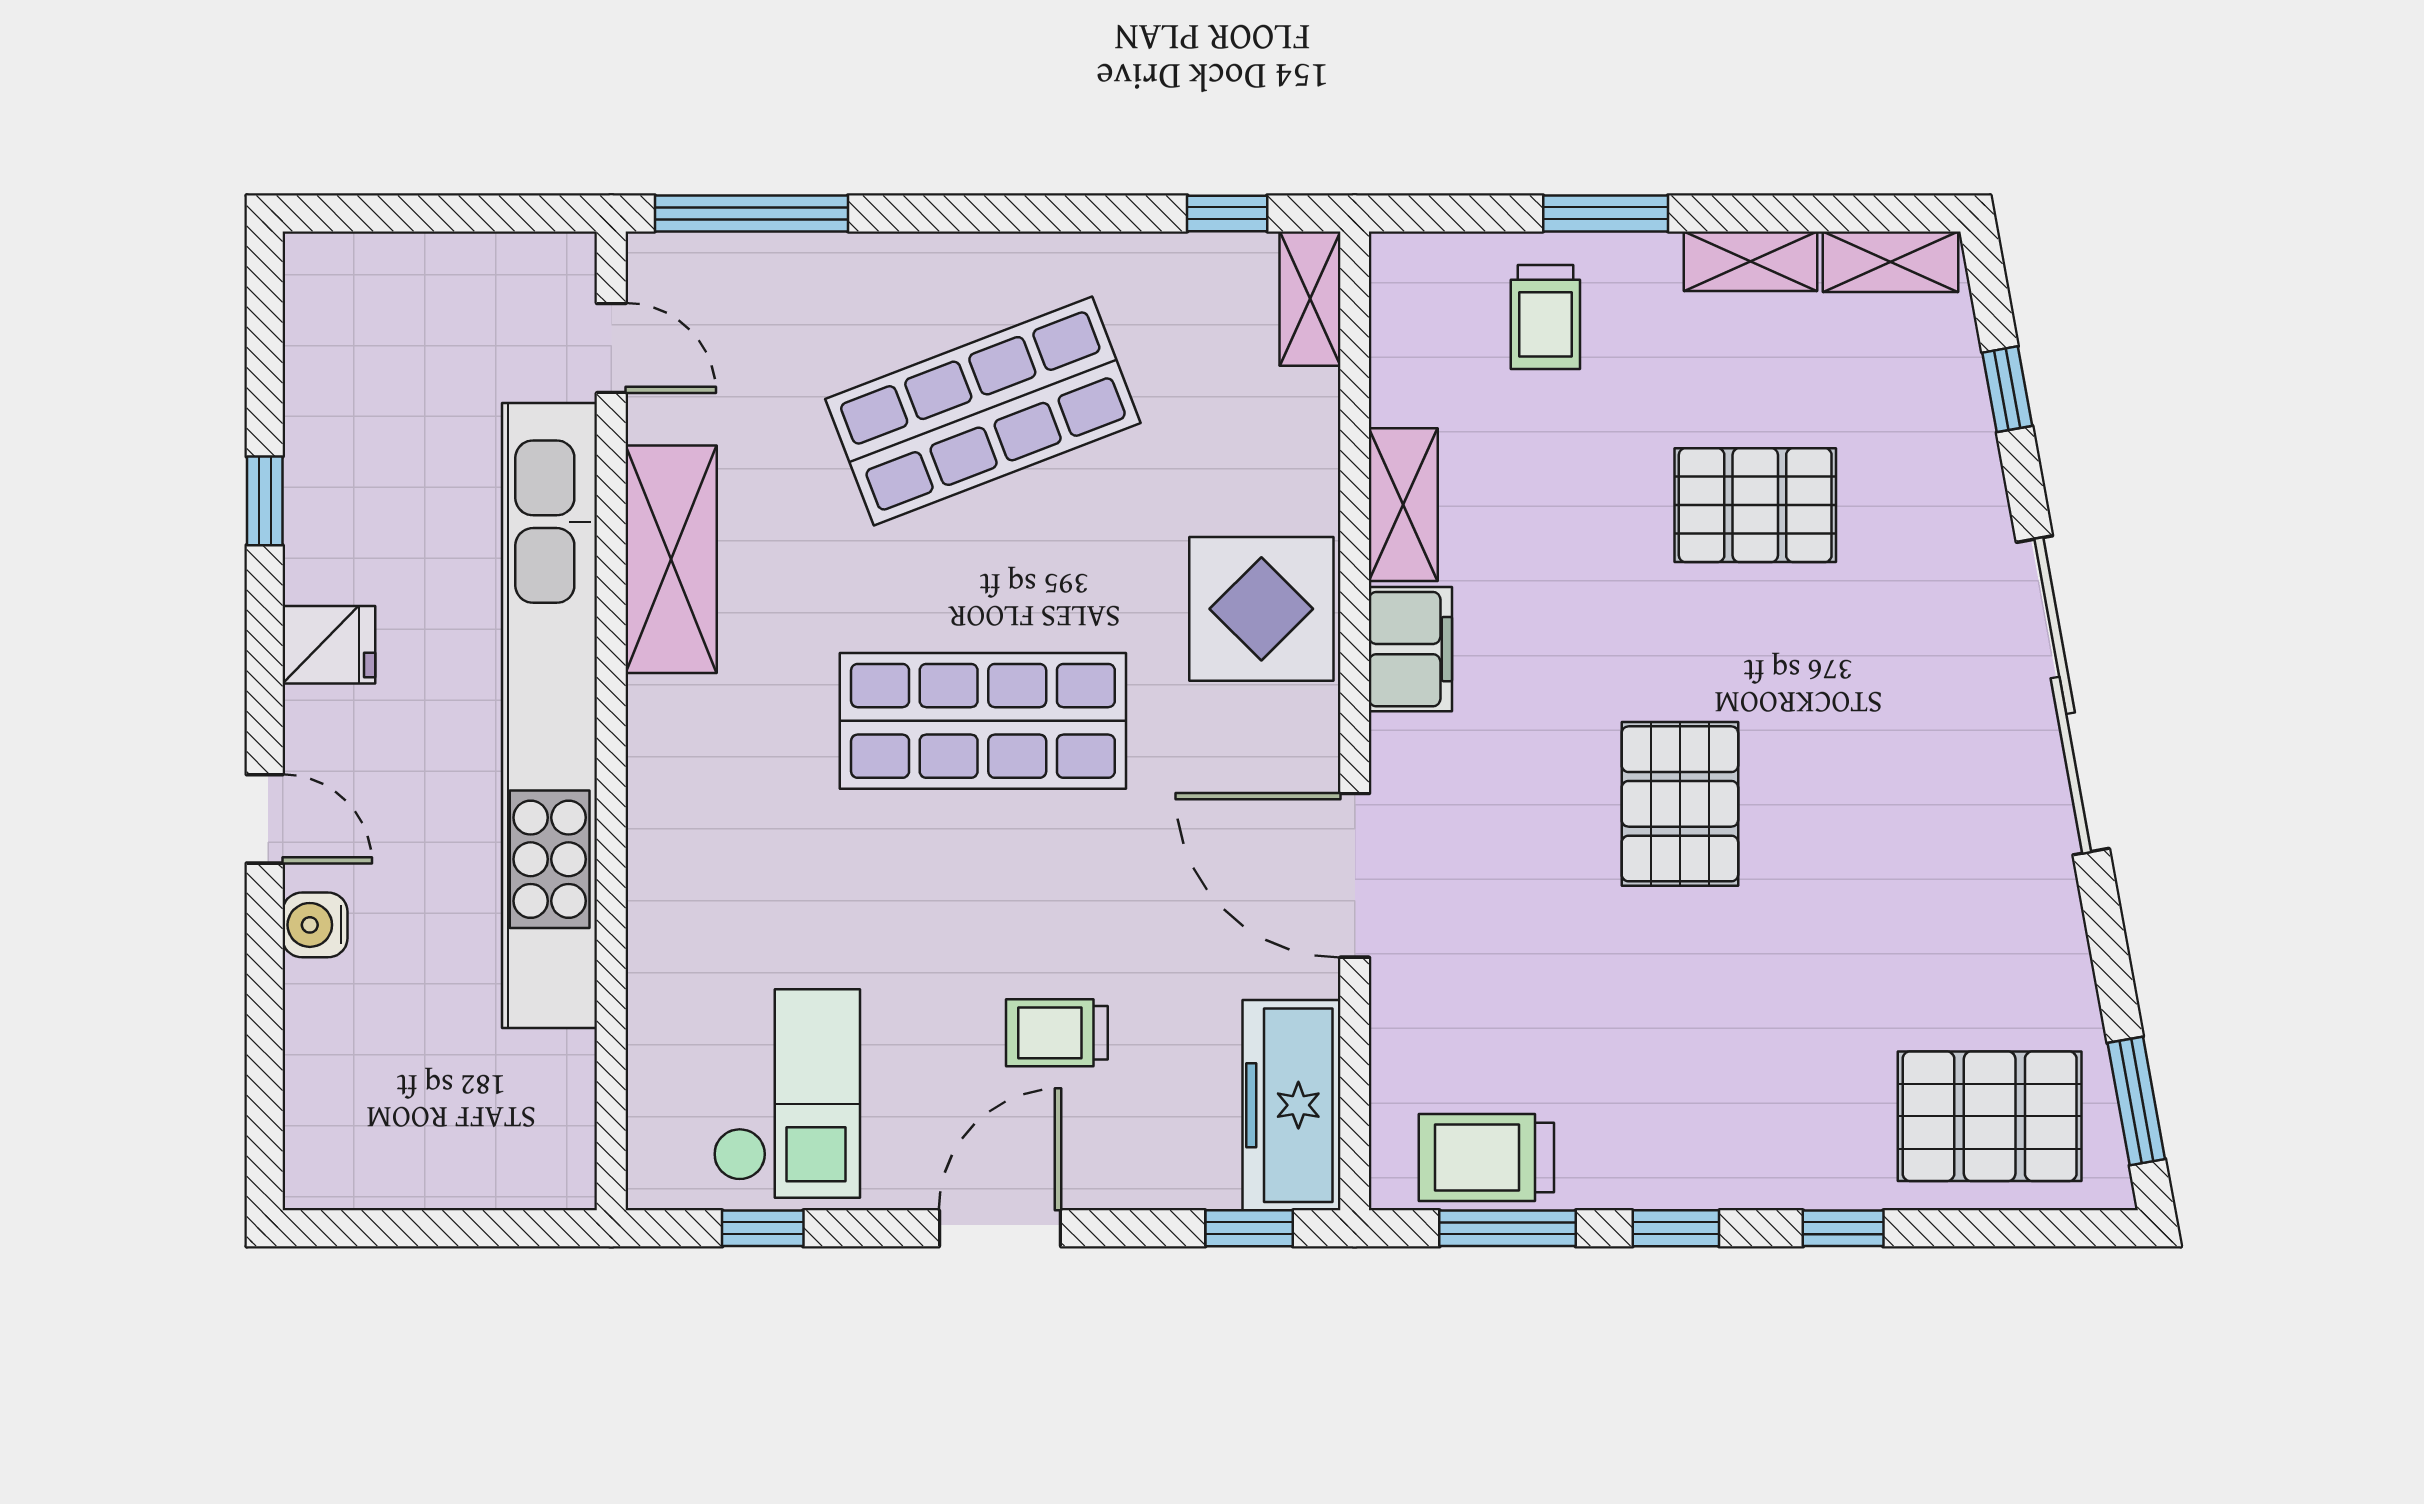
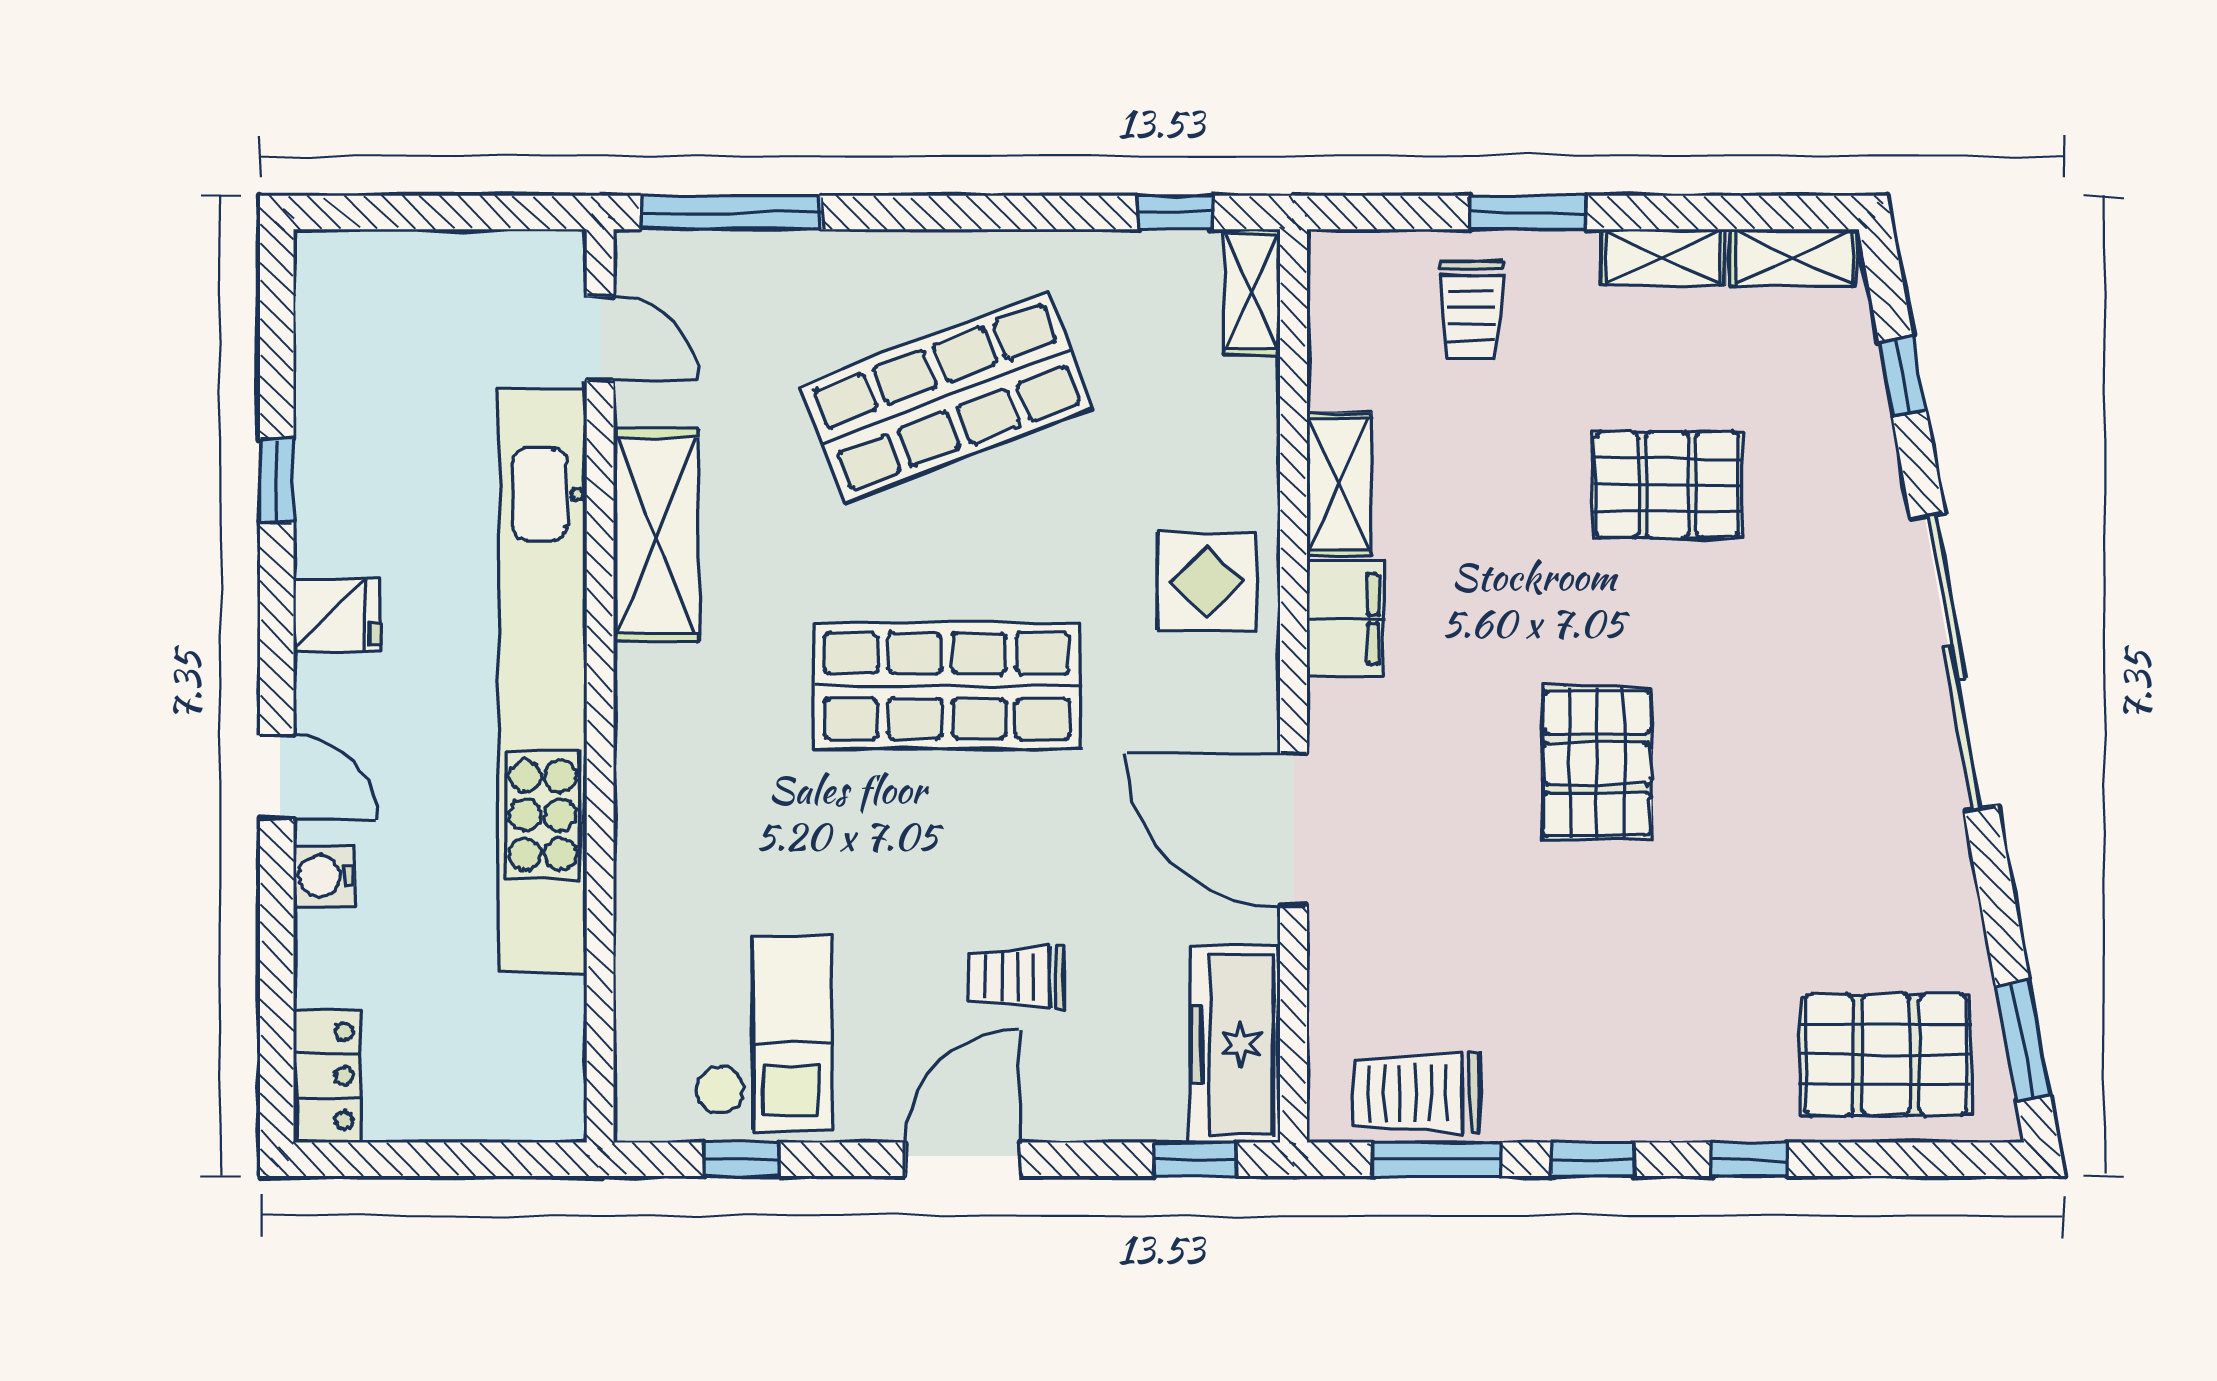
display table: (1261, 609) -> (1207, 581), width x0.73, depth x0.73
locker: (319, 1139) -> (327, 1076), added

